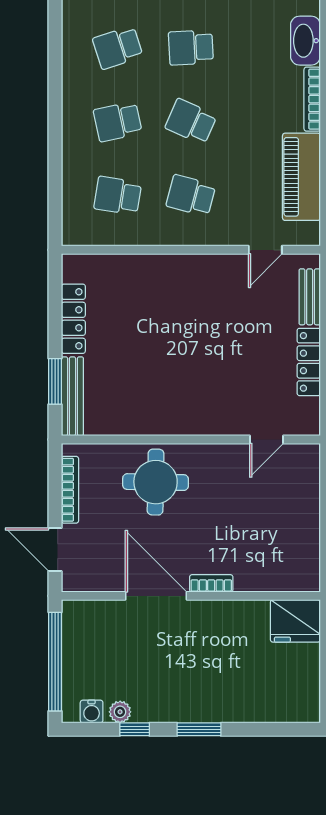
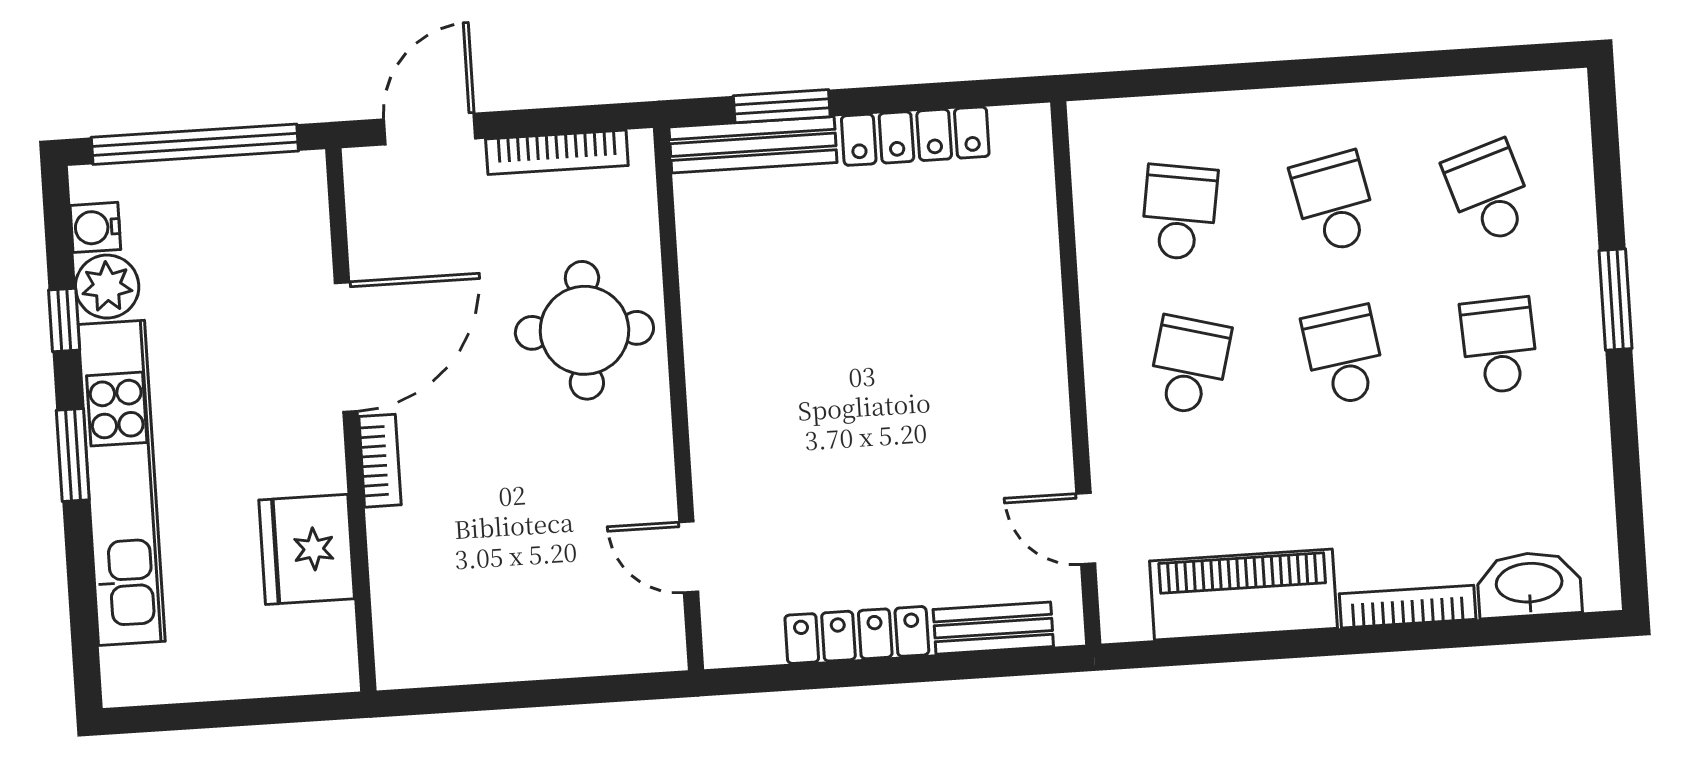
school desk: (191, 122) -> (1344, 356), turned -33
fridge: (295, 621) -> (307, 549), moved
kitchen unit: (214, 707) -> (121, 483), added
plant: (120, 712) -> (107, 287), width x1.38, depth x1.38

